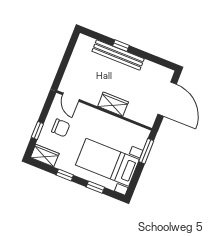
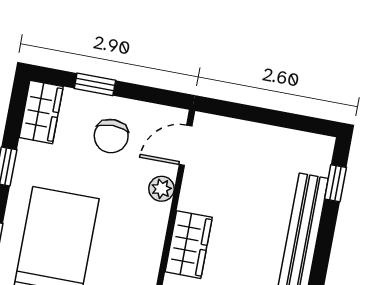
window: (121, 46) -> (335, 183), moved
plant: (87, 111) -> (161, 189), added

